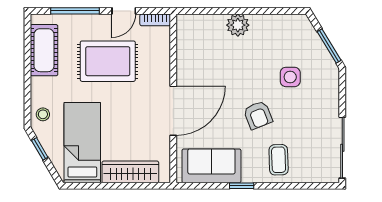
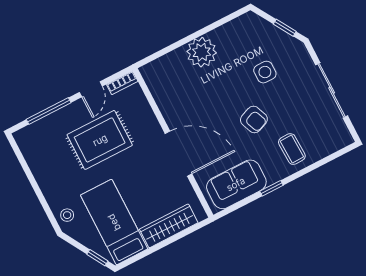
plant: (238, 25) -> (202, 52), width x1.36, depth x1.36
window: (329, 46) -> (285, 28), width x0.67
cot: (44, 50) -> (39, 159), removed
door: (173, 111) -> (179, 154), hinge flipped
sliding door: (342, 148) -> (332, 90), moved
window: (40, 149) -> (97, 258), moved

